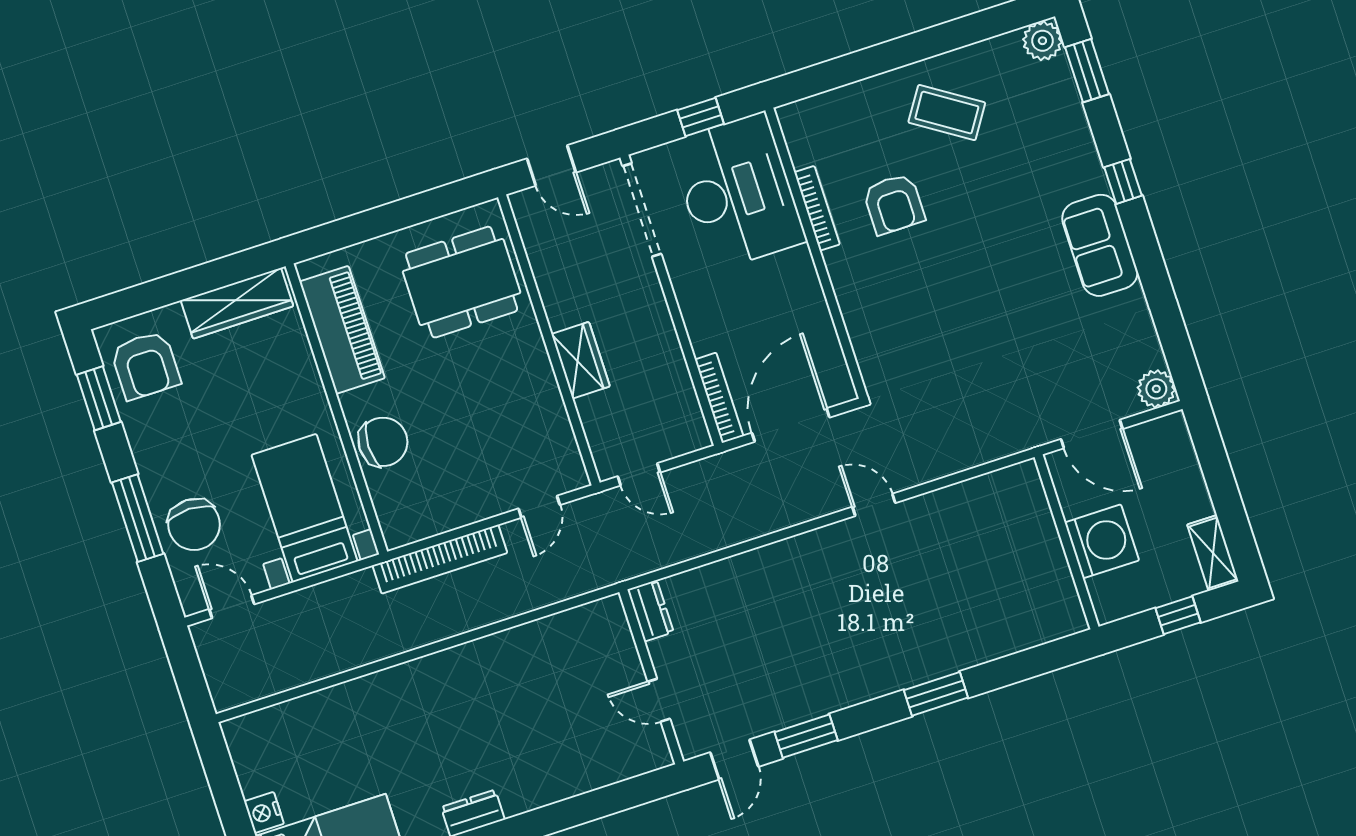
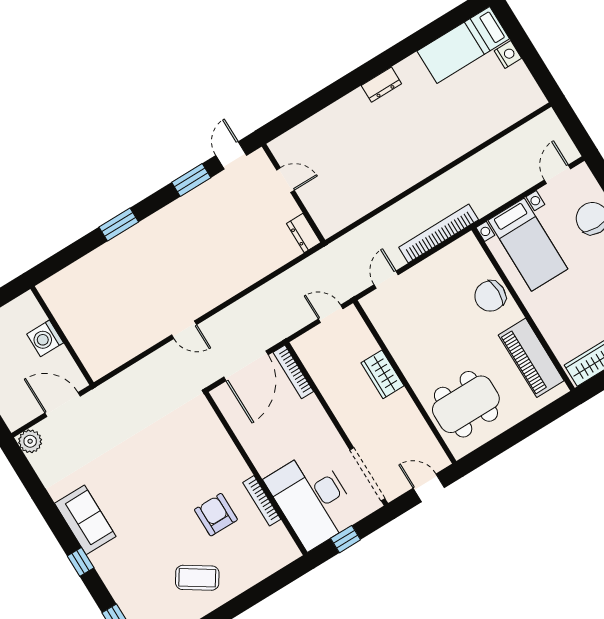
washing machine: (1102, 541) -> (45, 338), width x0.73, depth x0.73
door: (232, 607) -> (557, 174), swing flipped

